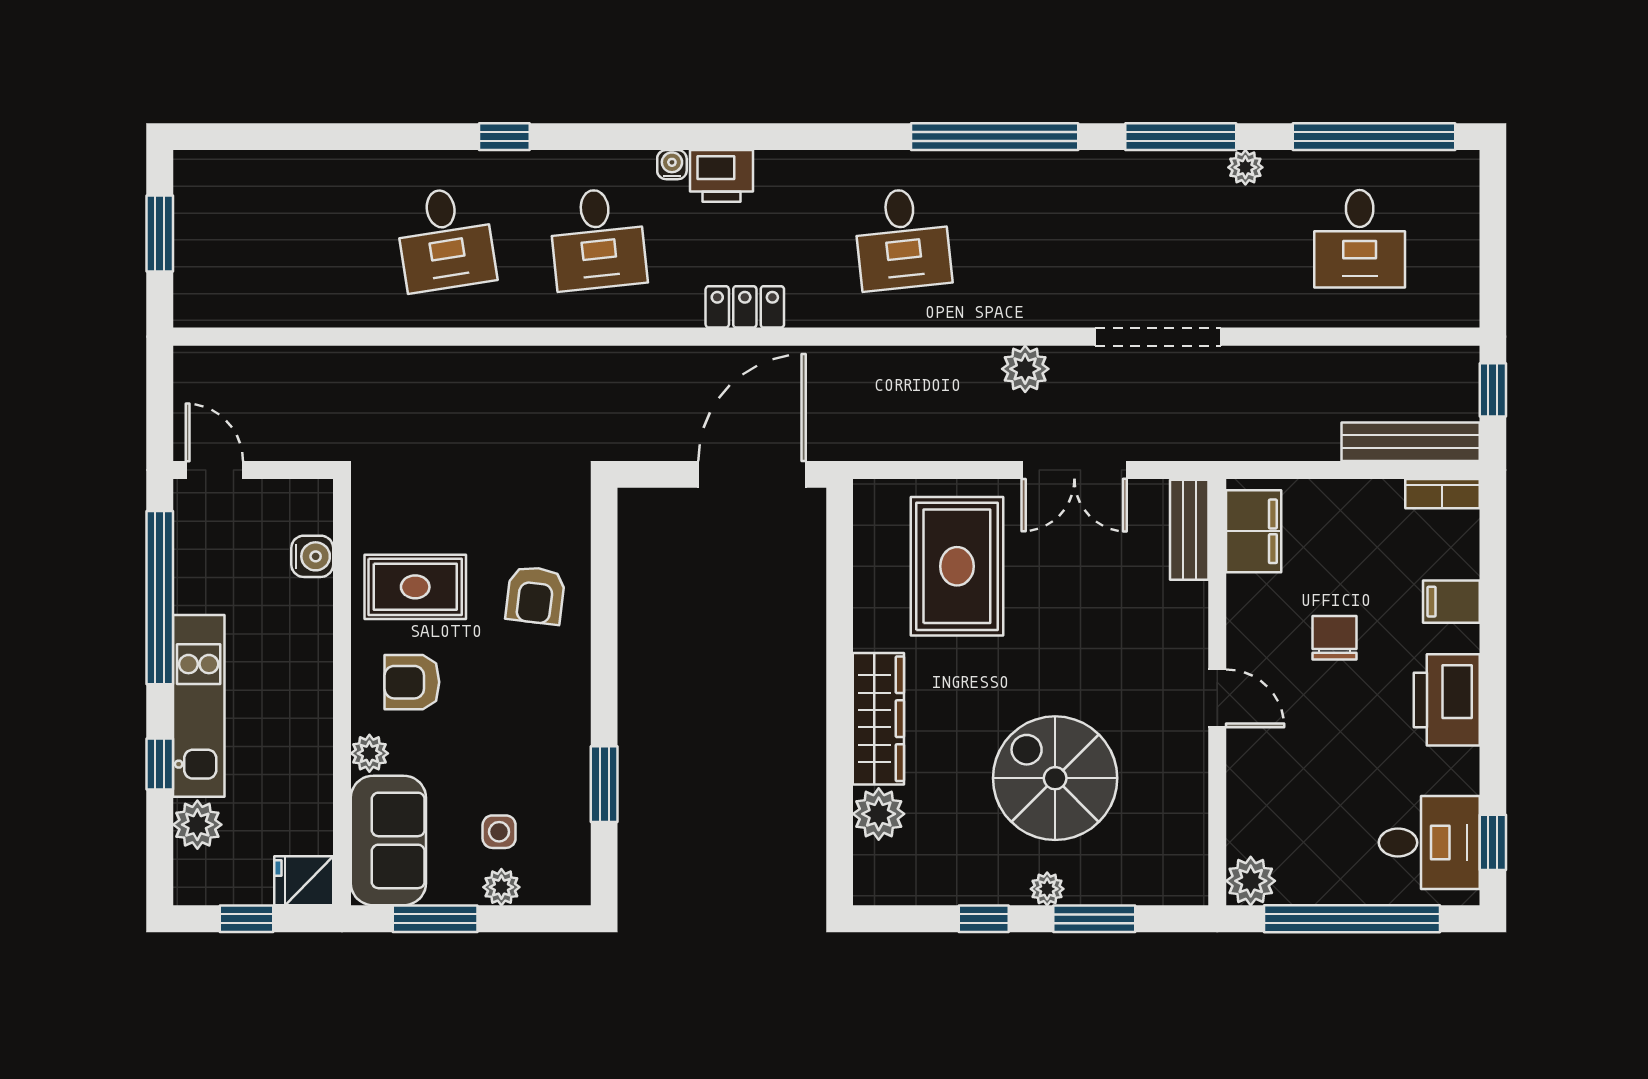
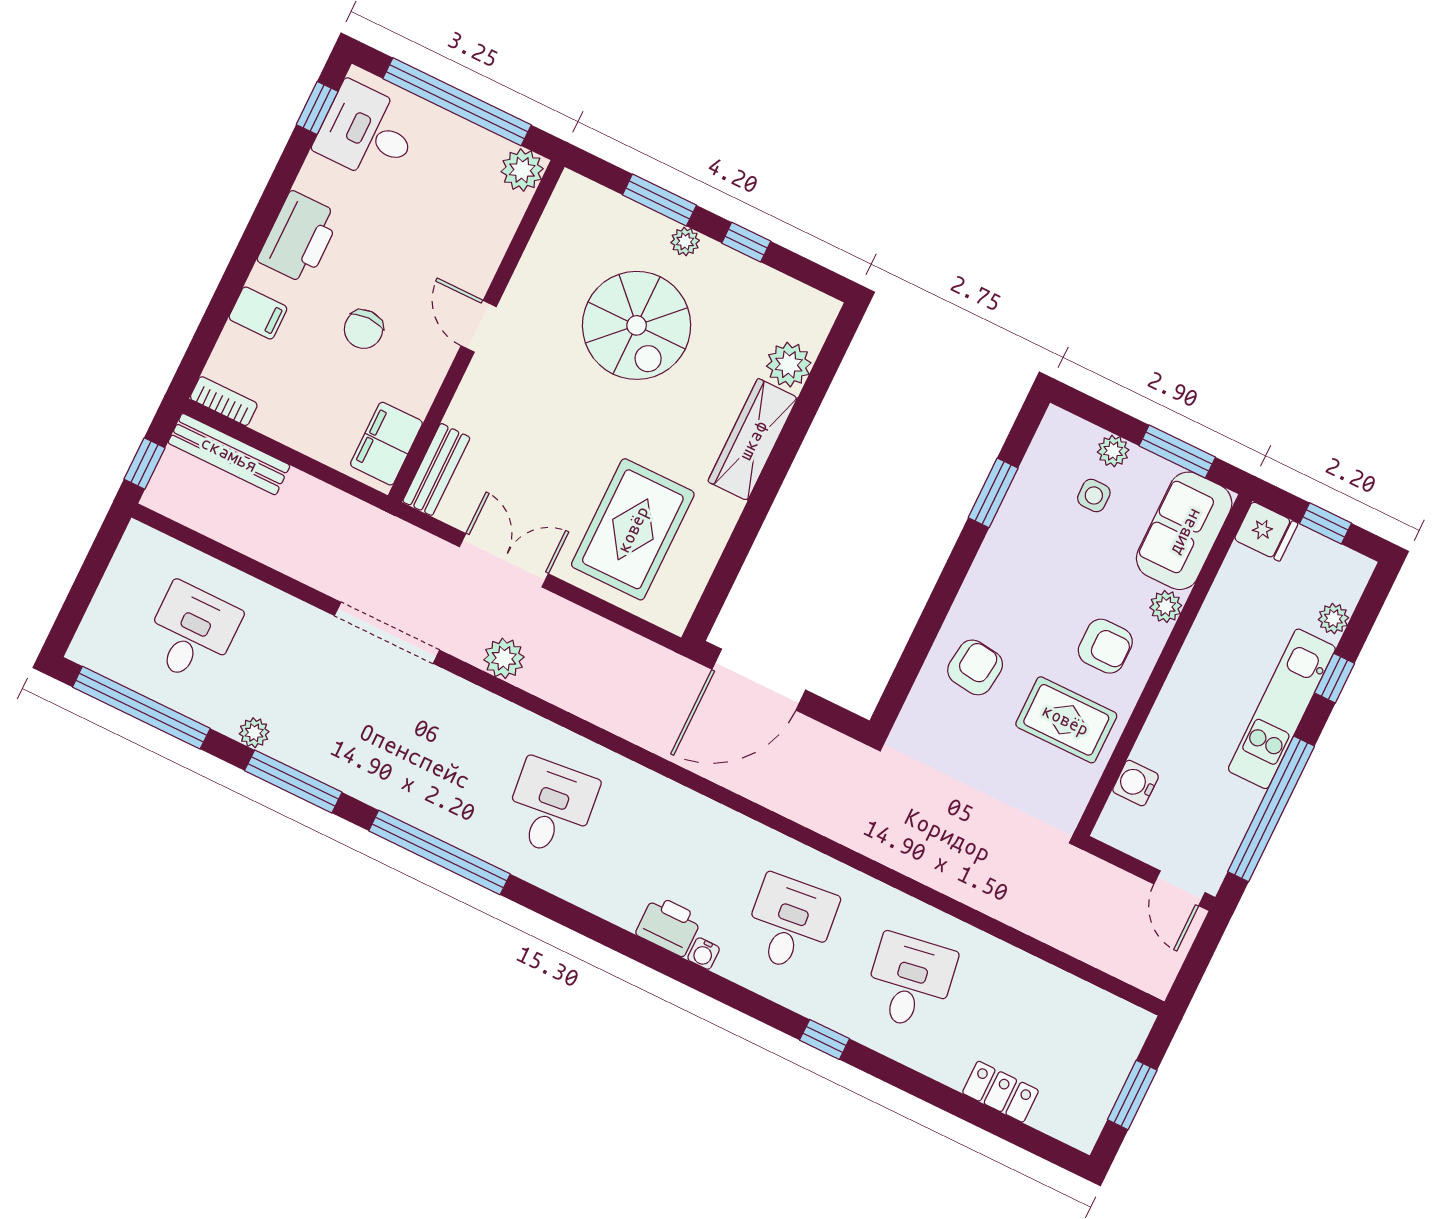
locker: (745, 307) -> (1000, 1092), moved, turned 180
plant: (197, 825) -> (1333, 619), width x0.73, depth x0.73

